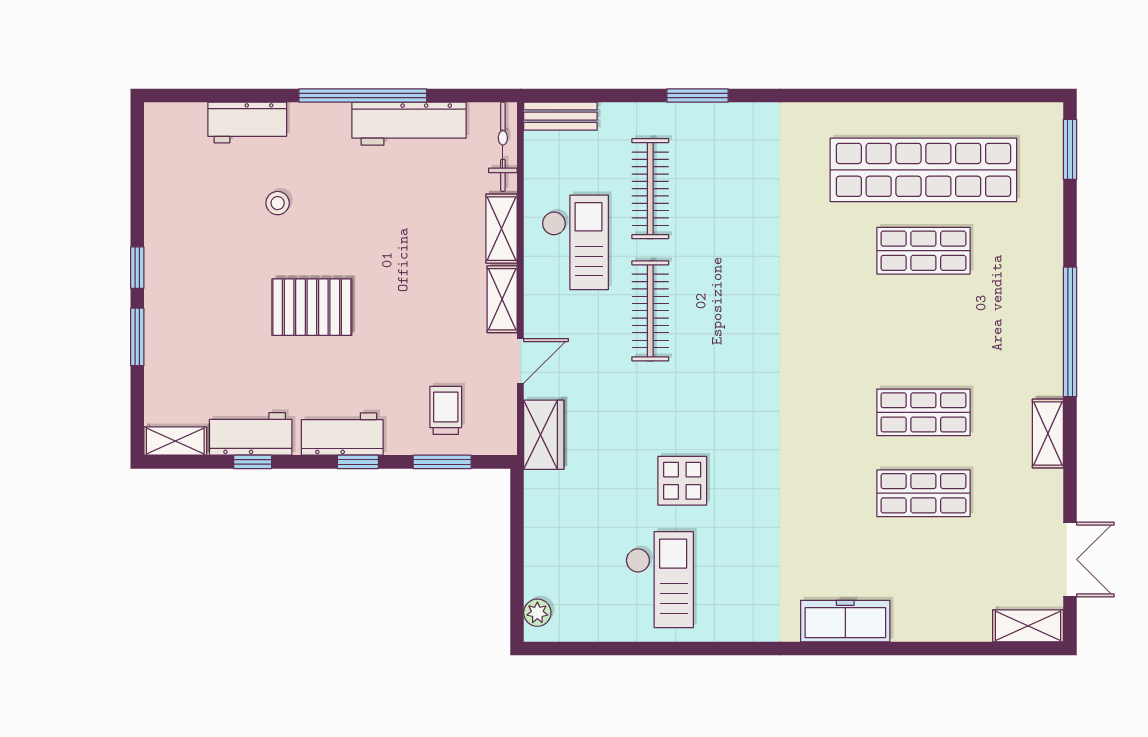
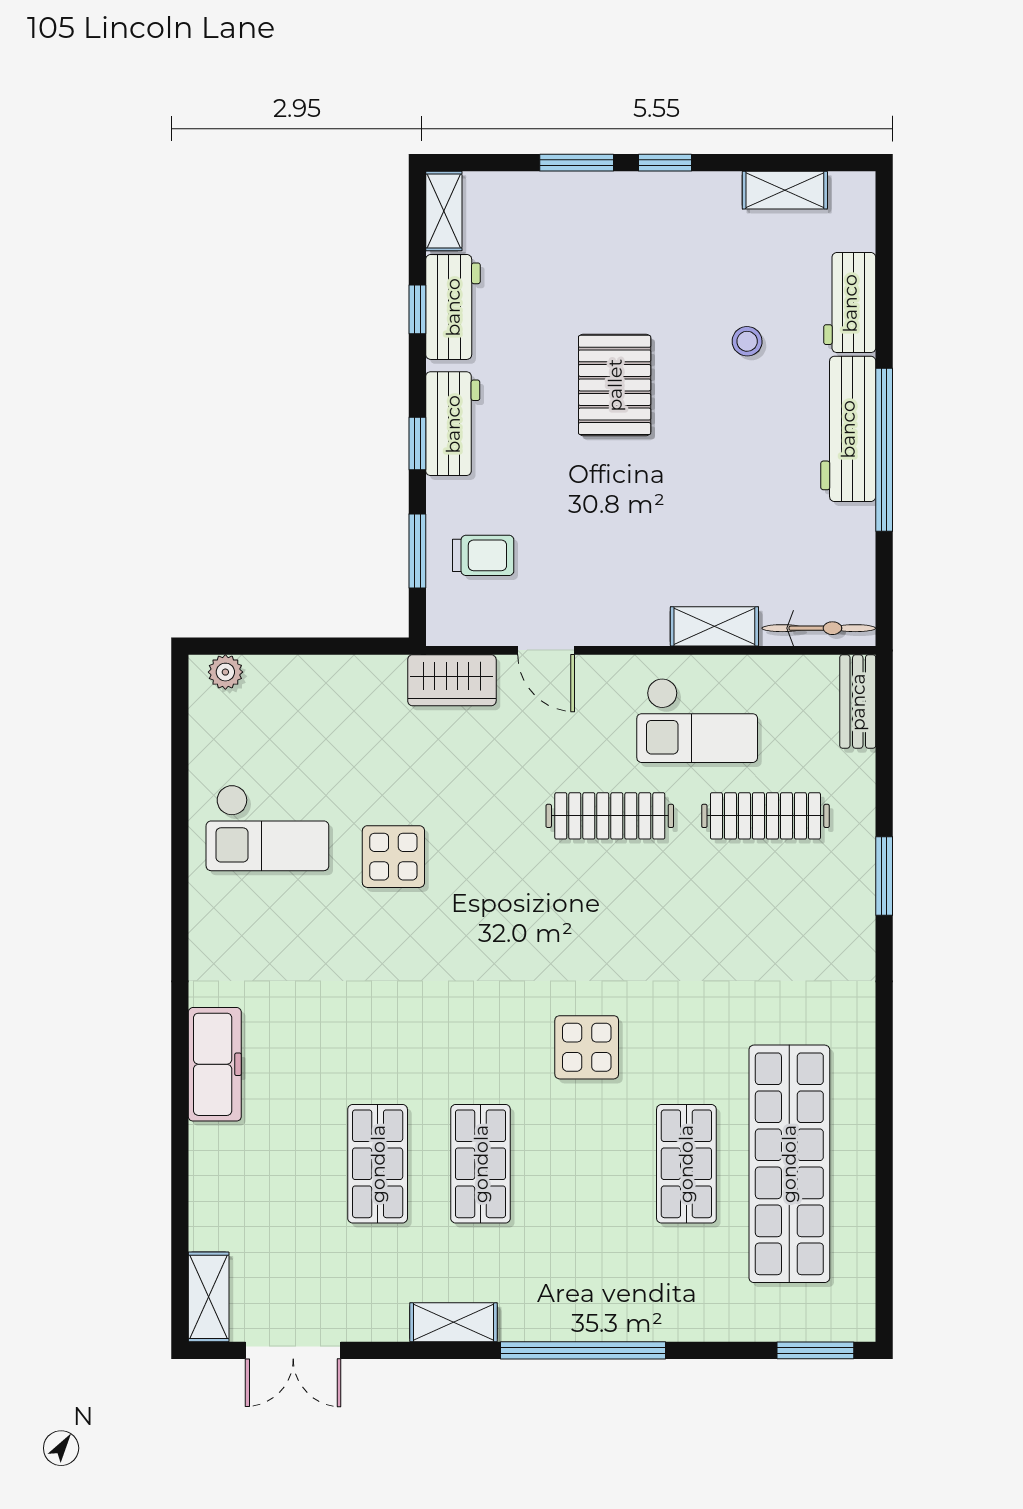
workbench: (409, 124) -> (848, 429), moved
shelving: (502, 299) -> (785, 190), moved
display table: (832, 329) -> (587, 1047), added

